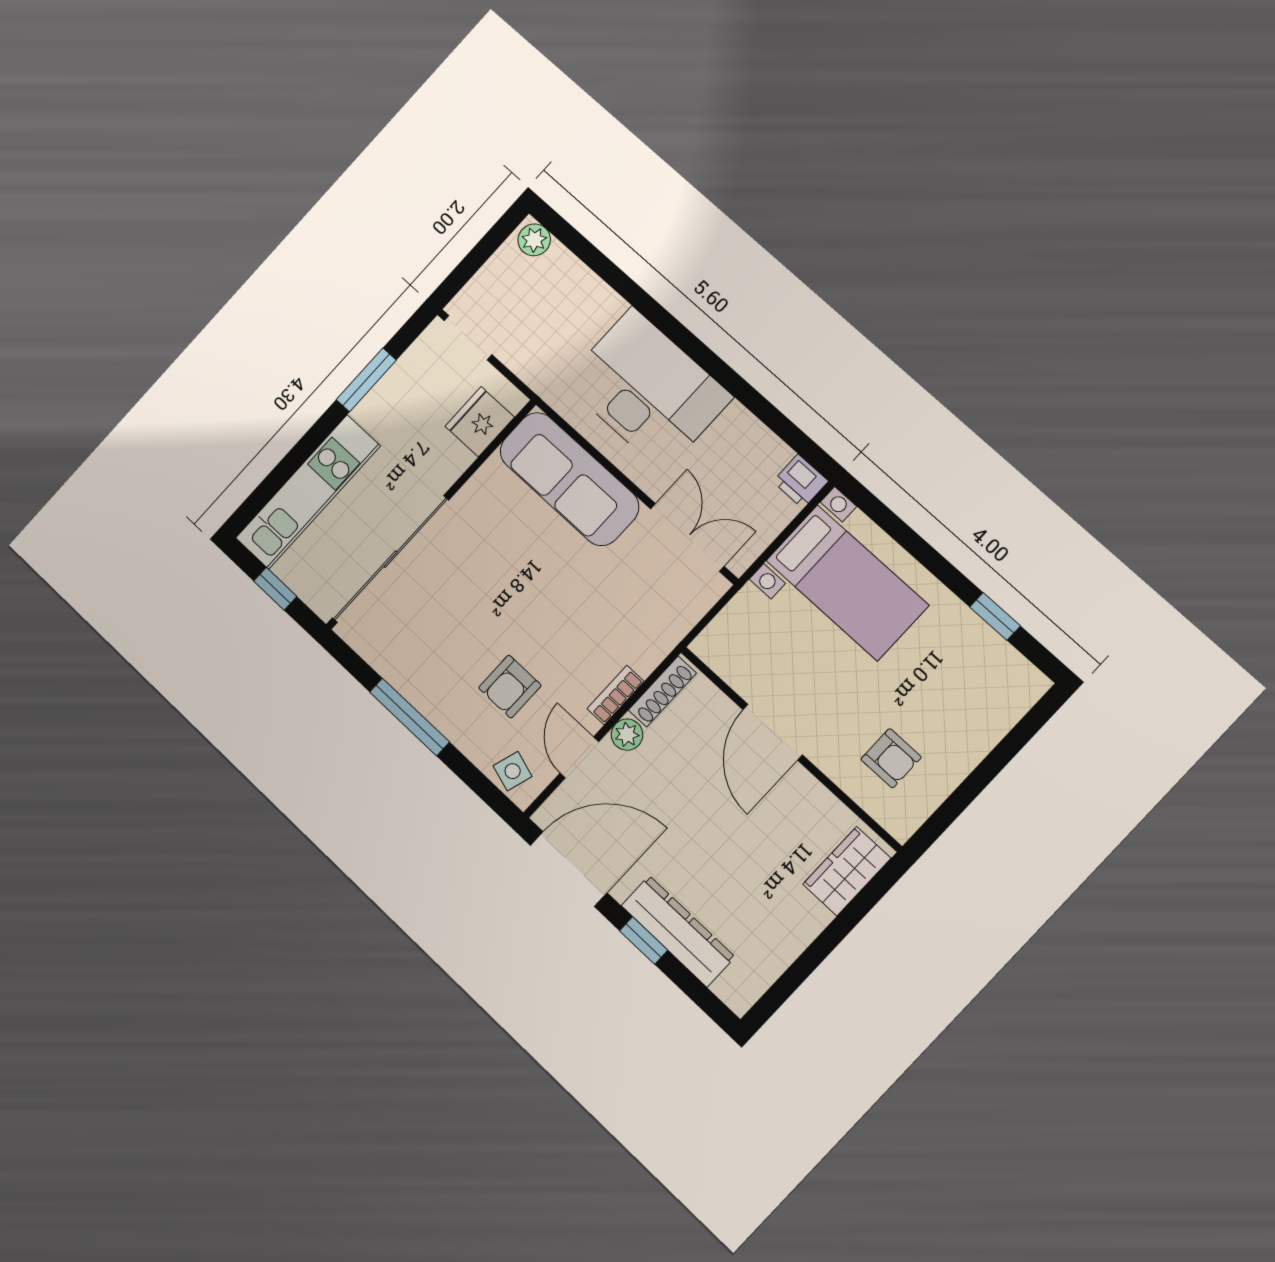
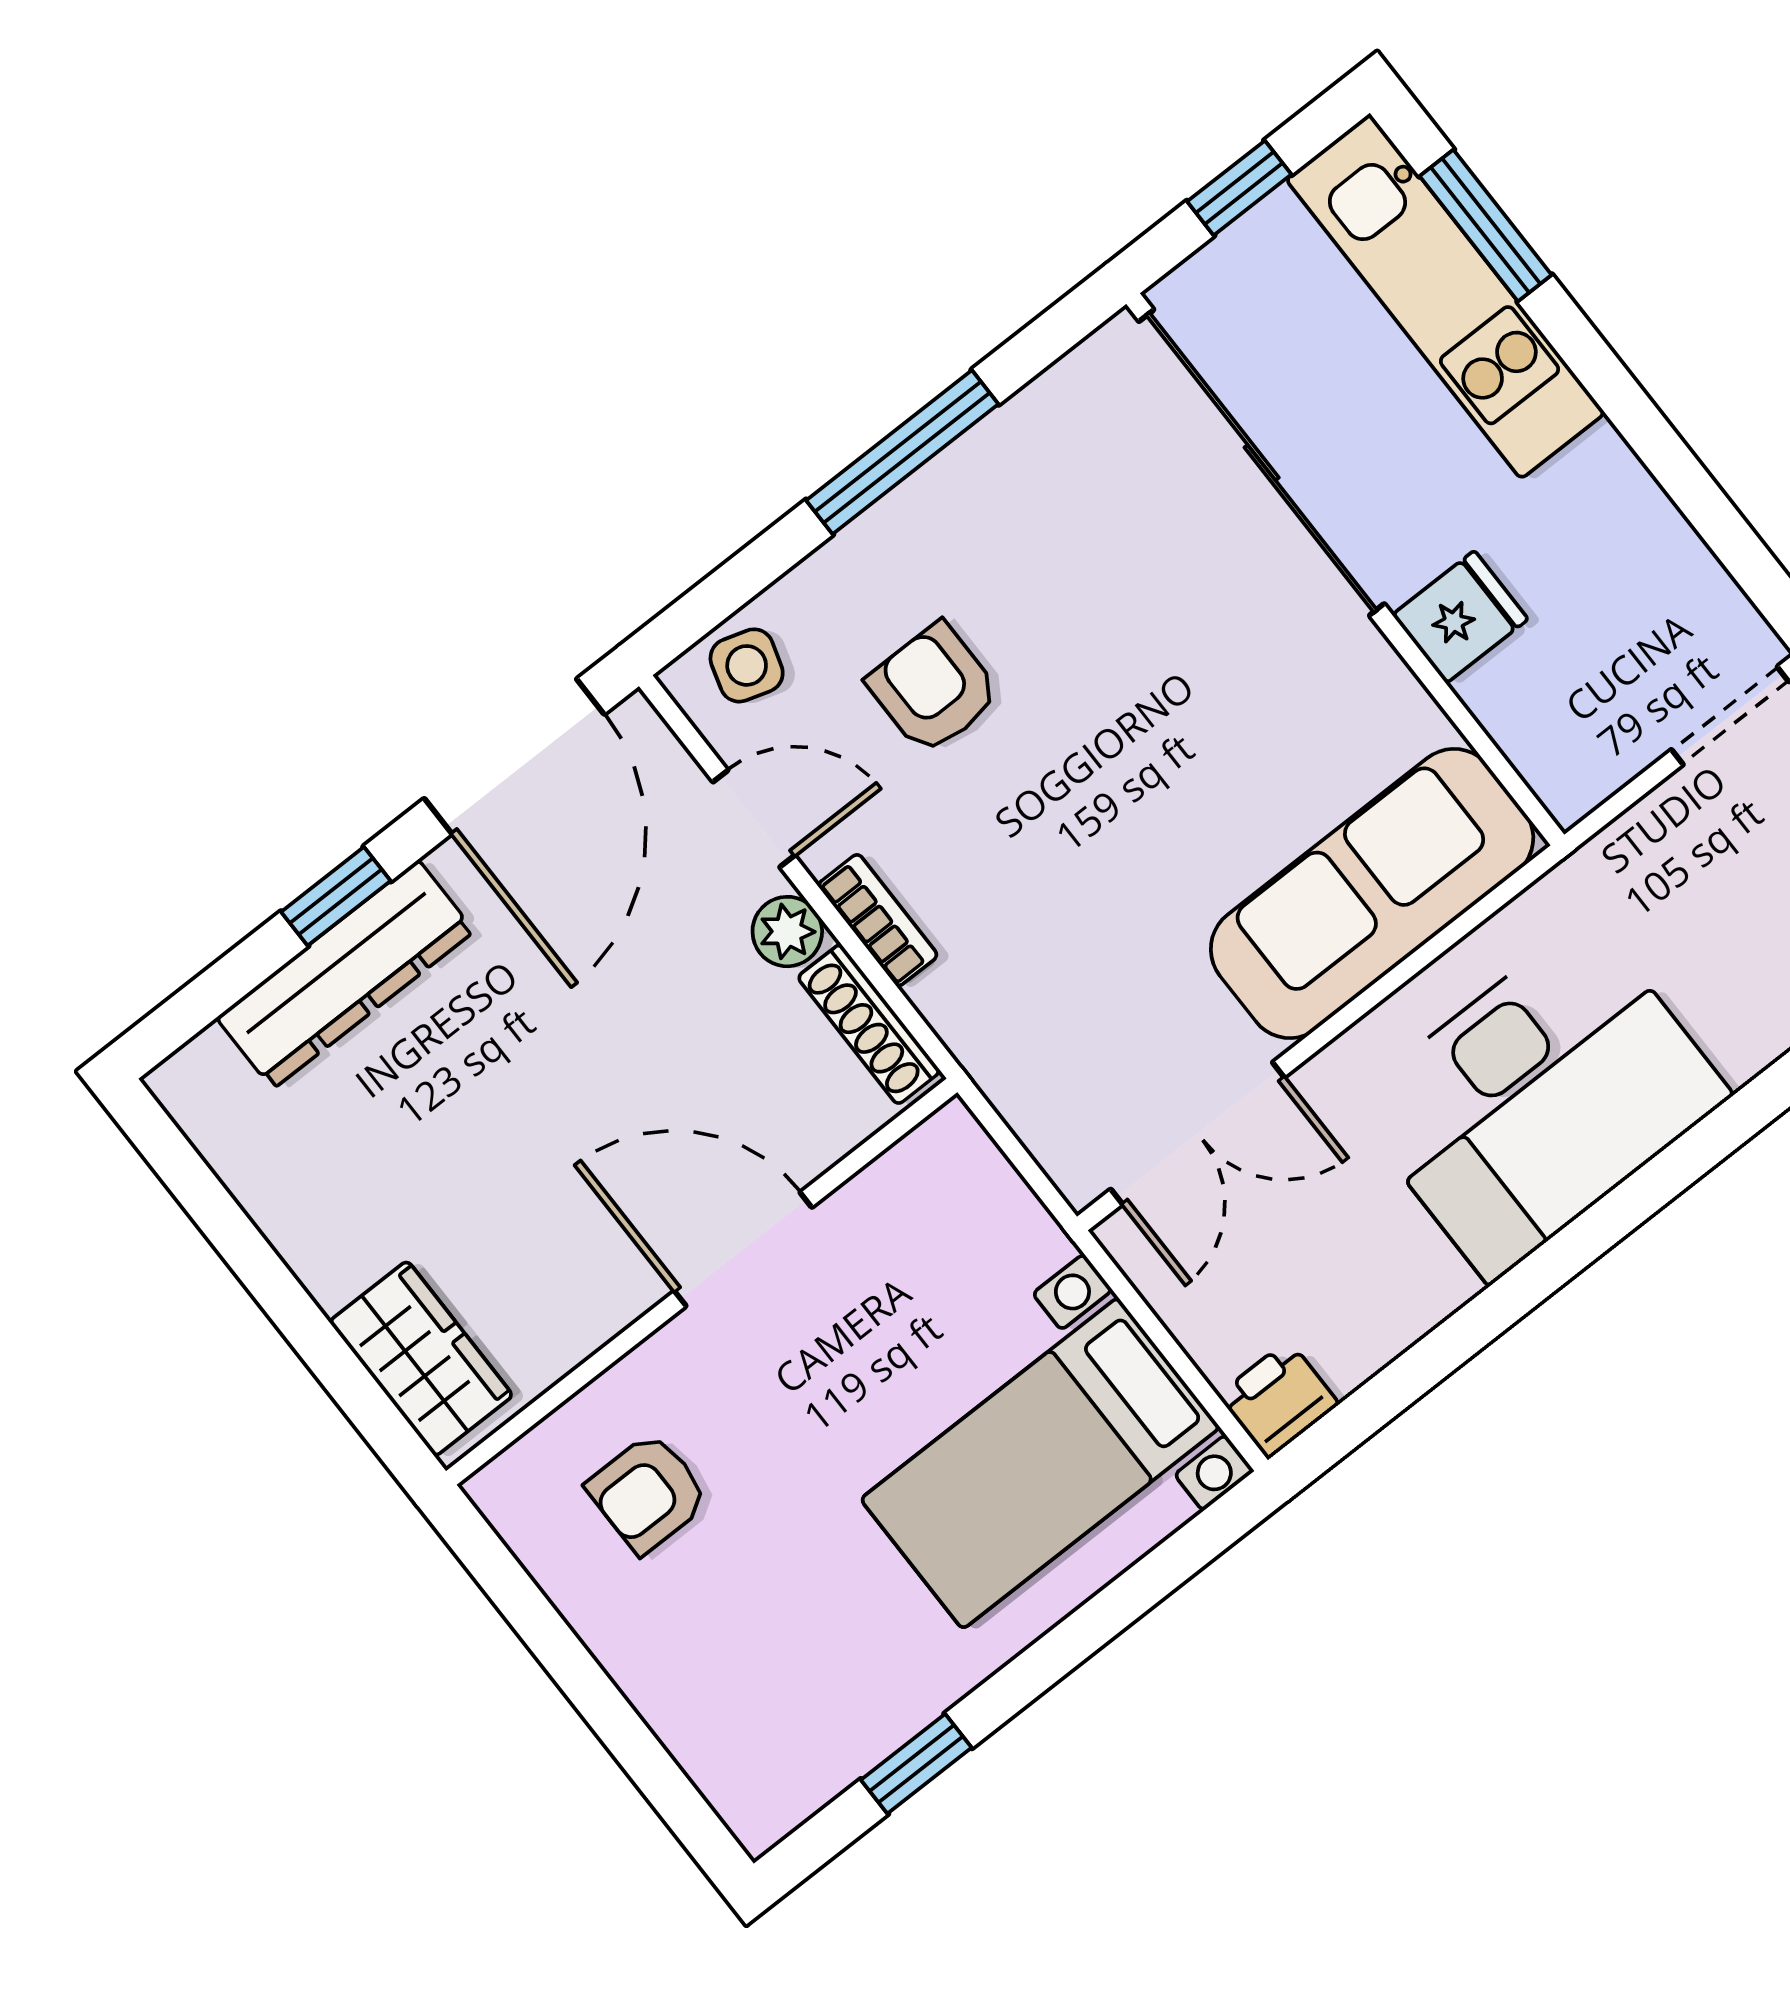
window: (366, 380) -> (1486, 226), moved
fridge: (480, 422) -> (1460, 617), moved, width x0.72

